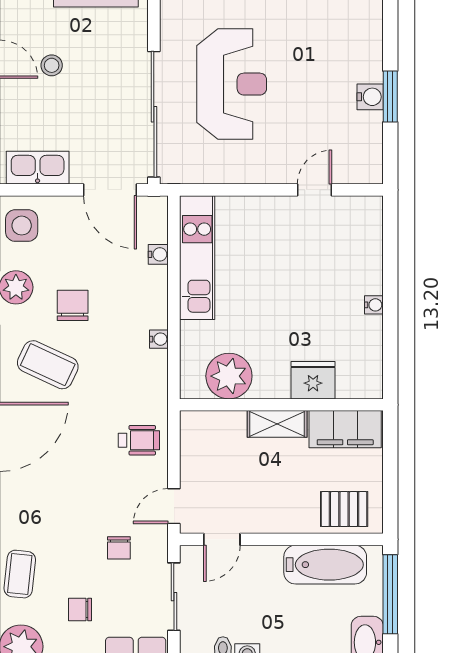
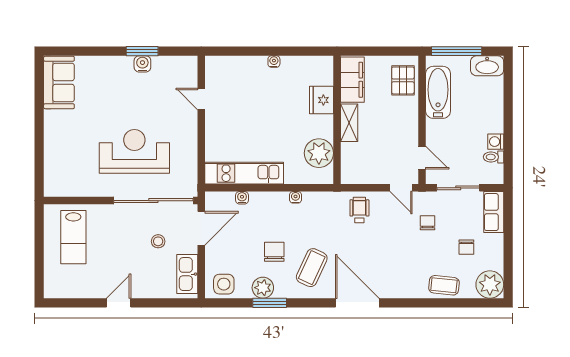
stool: (52, 65) -> (158, 241), moved
chair: (73, 305) -> (274, 252), turned 90
chair: (119, 548) -> (427, 223), turned -90

